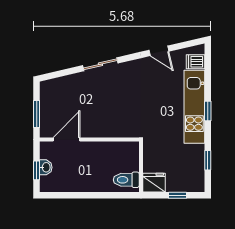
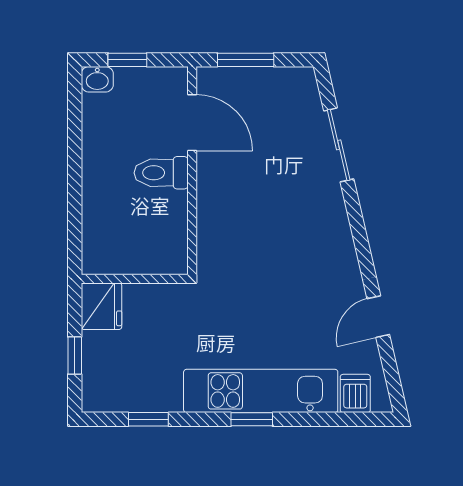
sliding door: (100, 64) -> (339, 145), moved
washbasin: (46, 167) -> (97, 79), moved
toilet: (126, 180) -> (161, 173), moved, turned -90

